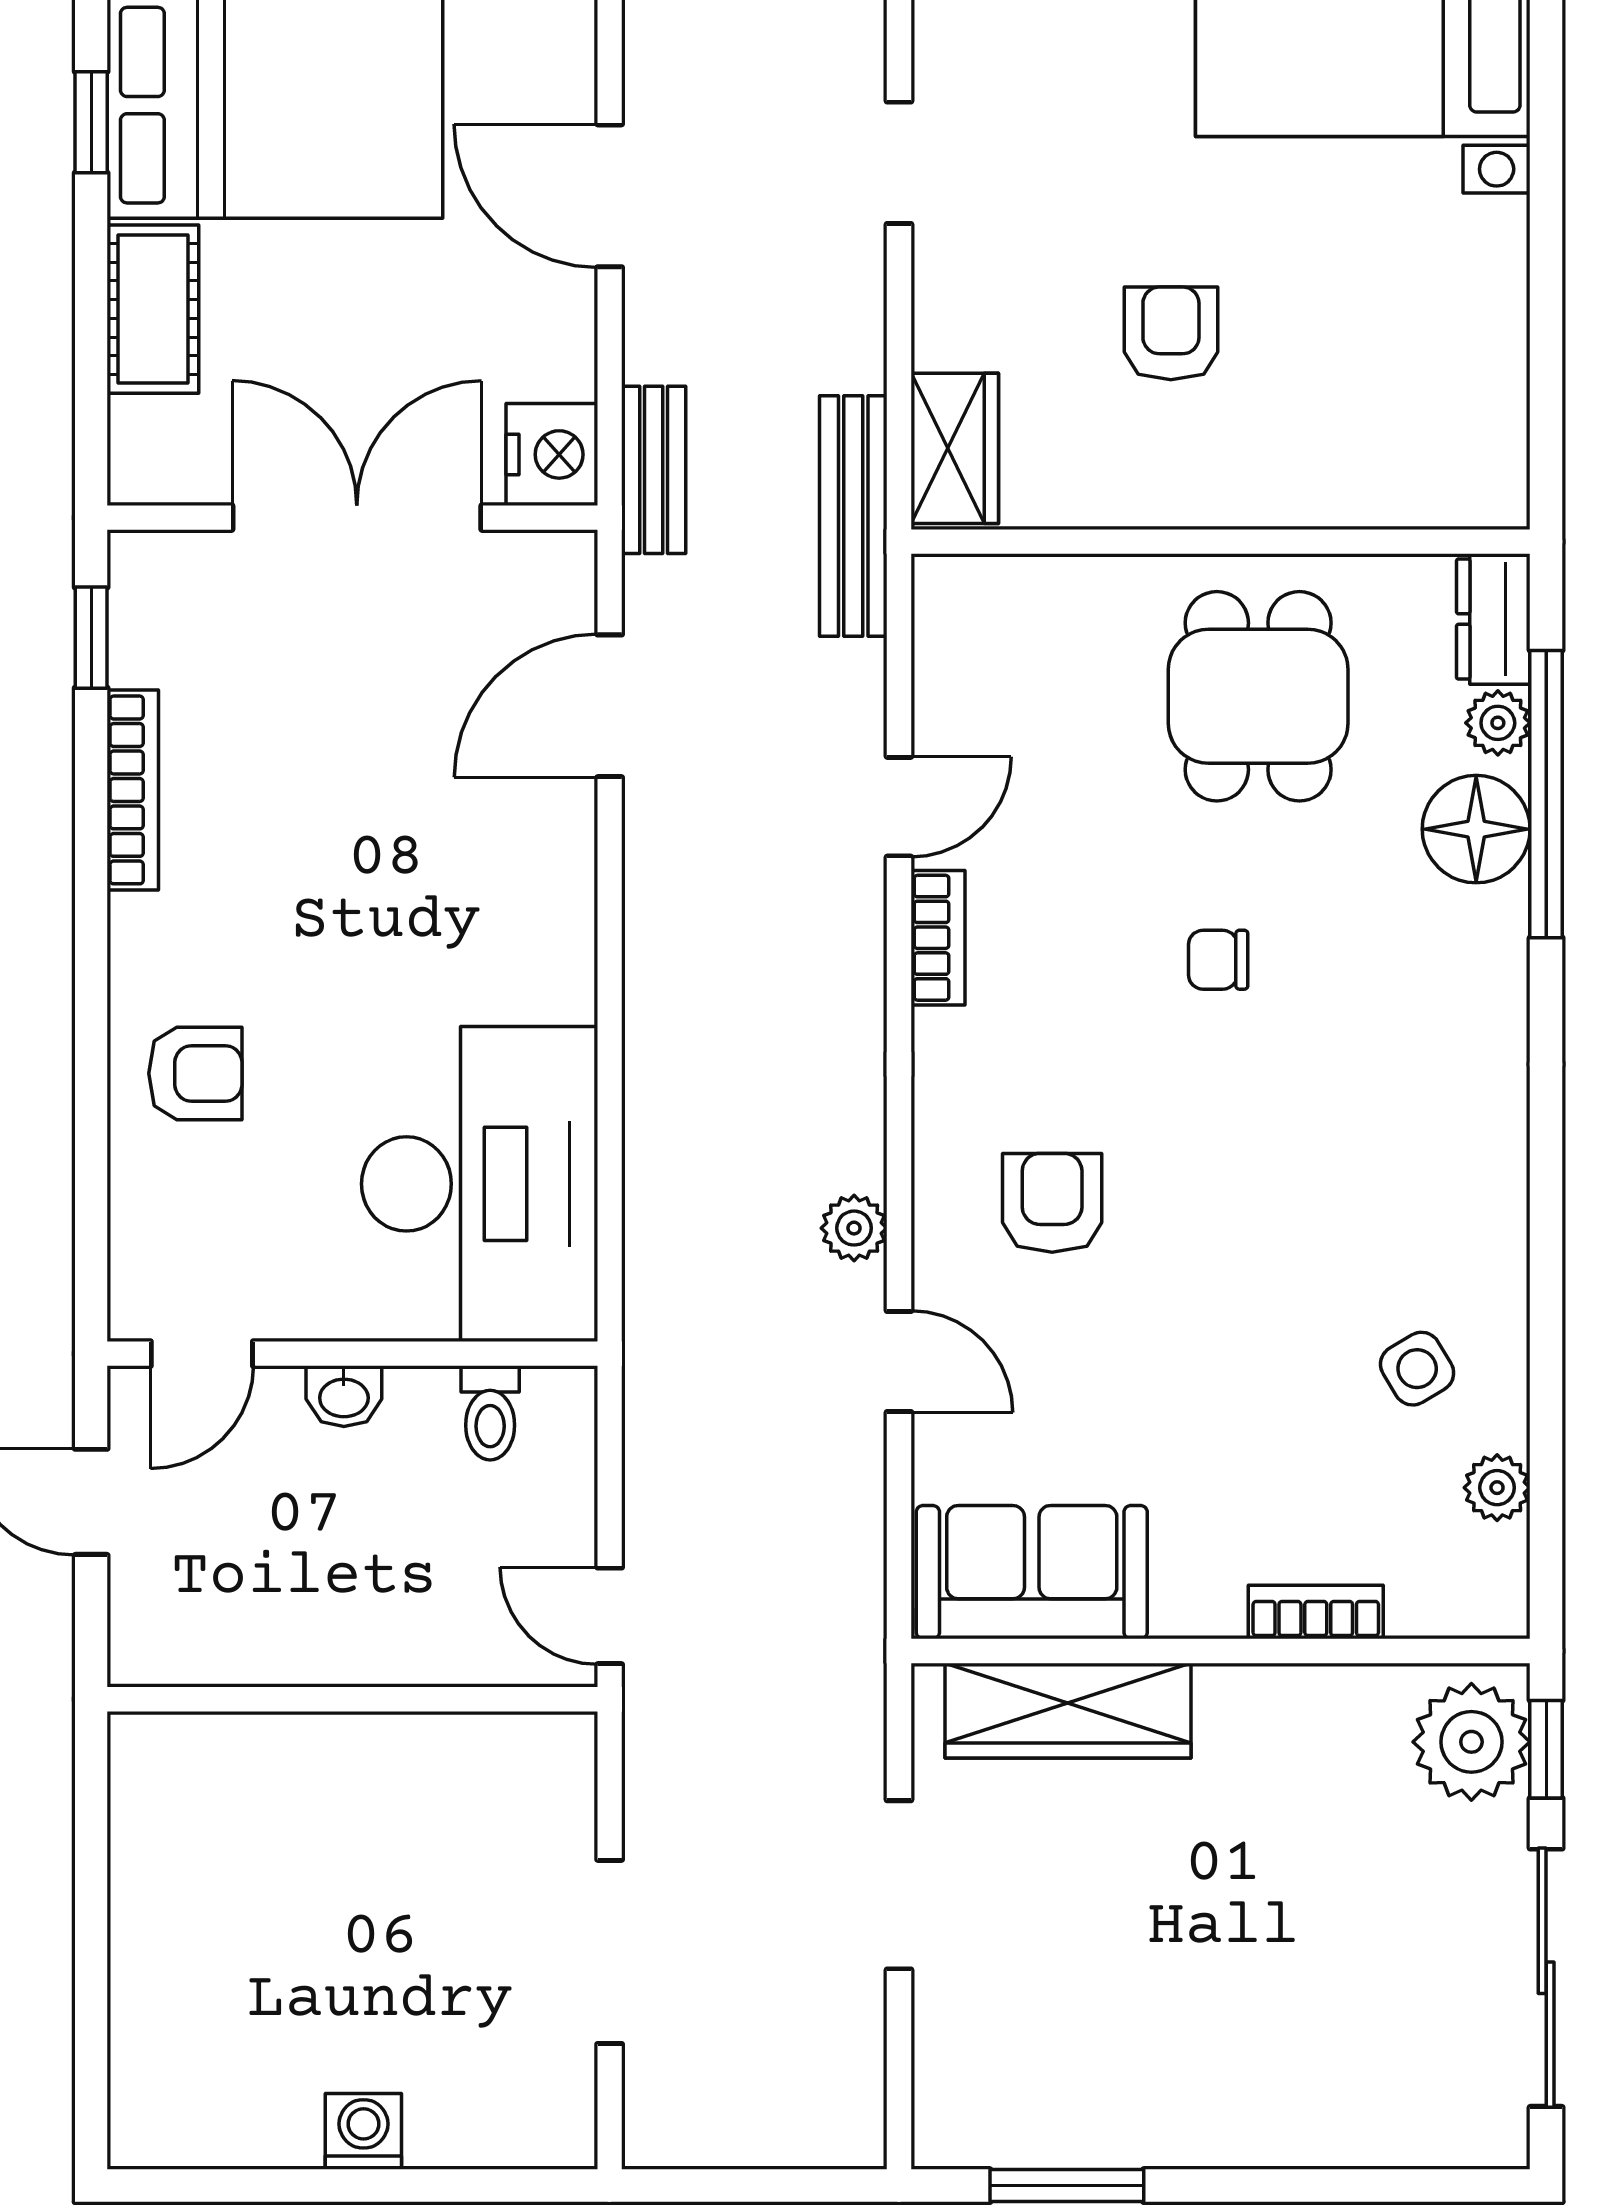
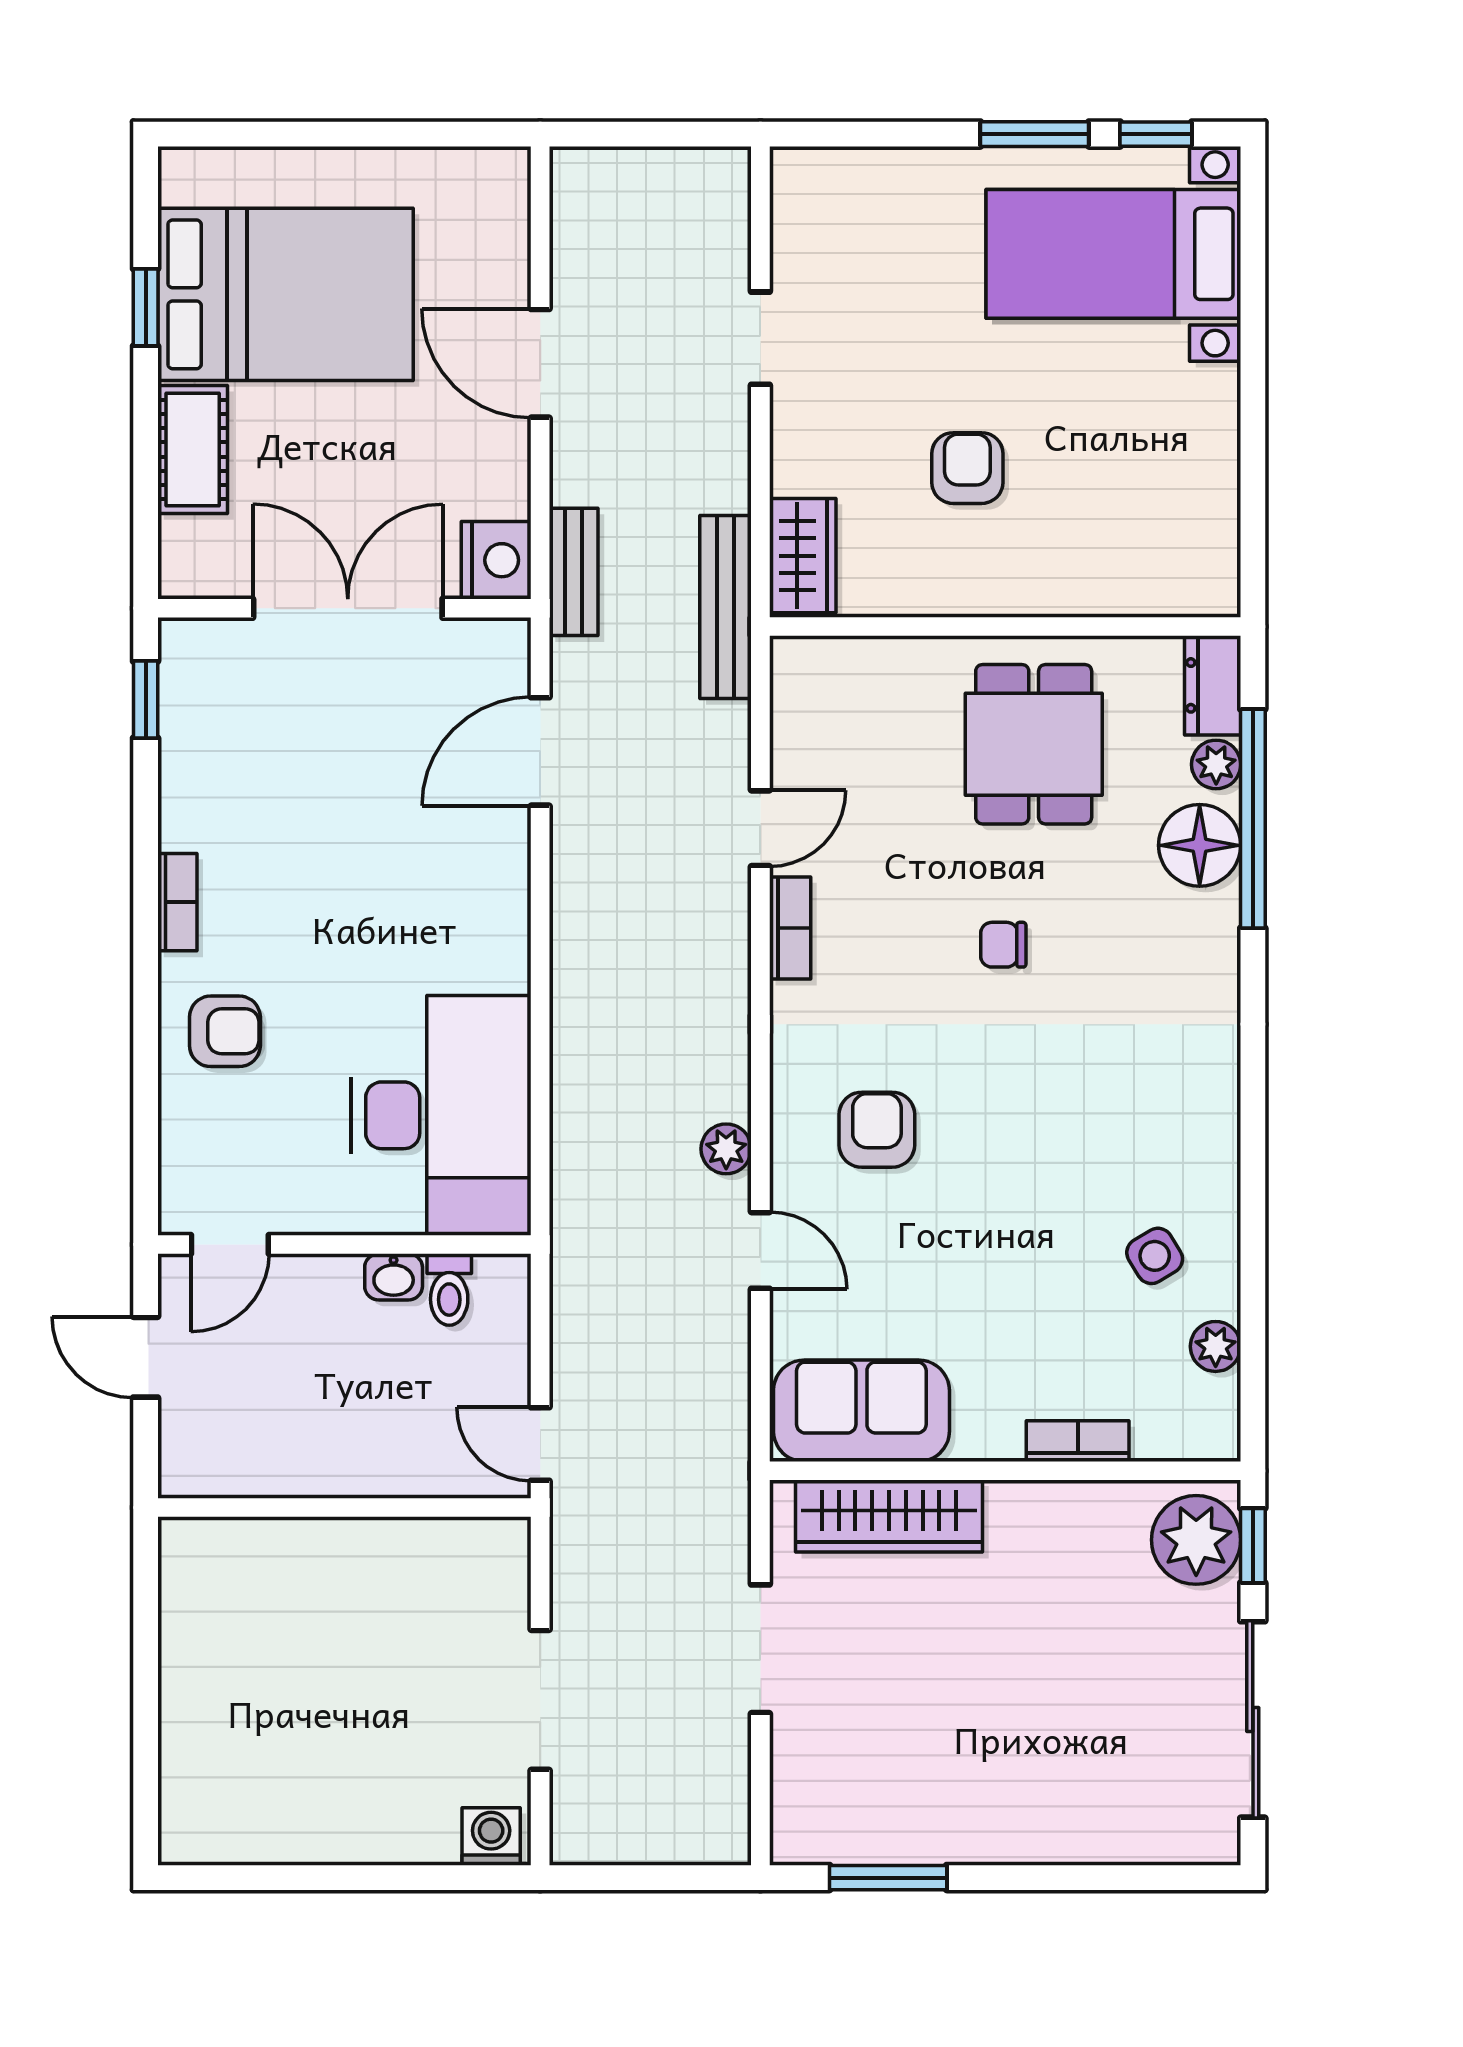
bookcase: (133, 790) -> (177, 902), moved, width x0.64
washbasin: (344, 1396) -> (394, 1277), moved
washing machine: (363, 2131) -> (491, 1836), moved

